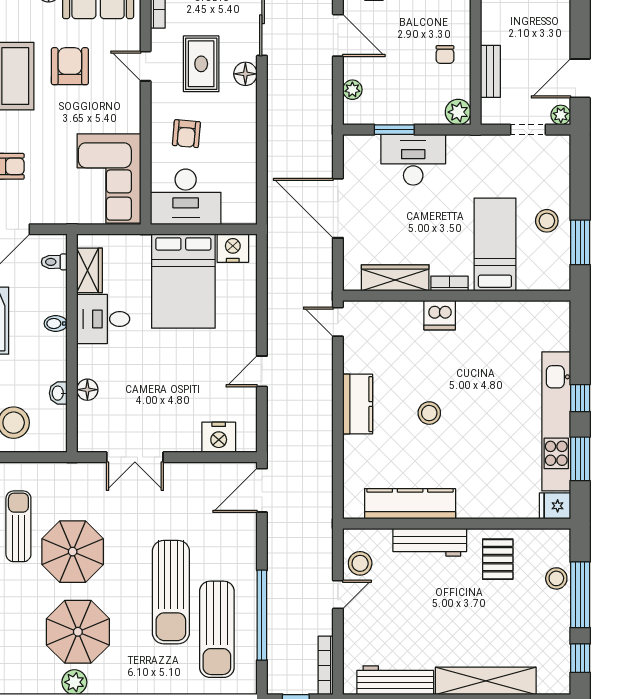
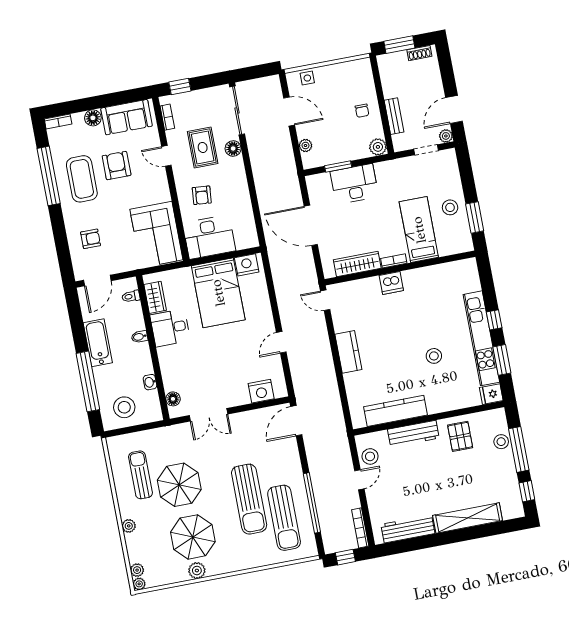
floor lamp: (87, 390) -> (173, 399), moved
stool: (429, 413) -> (434, 356), moved

